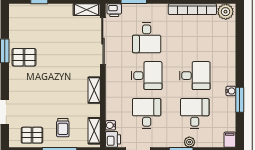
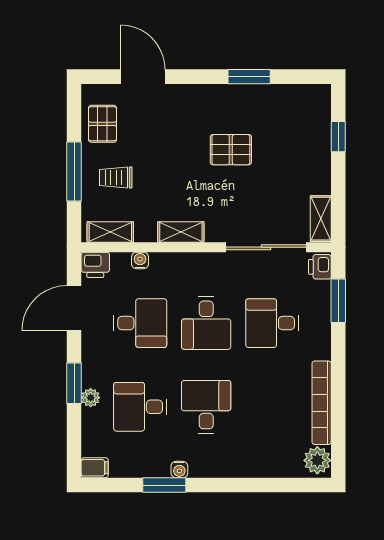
pallet: (24, 57) -> (231, 150), moved, turned 90
desk: (195, 76) -> (206, 407), turned 180
desk: (195, 114) -> (140, 407), turned 180
water cooler: (111, 125) -> (140, 260), moved

